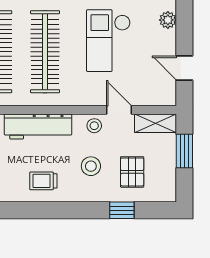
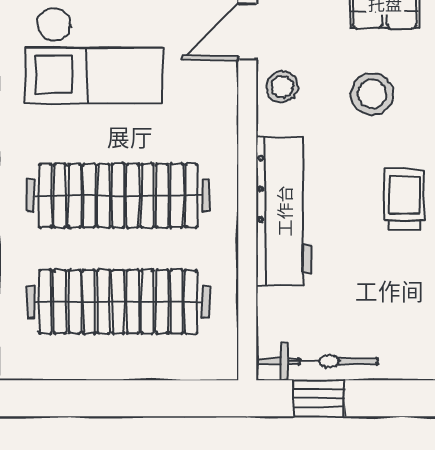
trolley: (43, 181) -> (404, 199), turned 180

